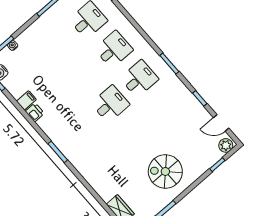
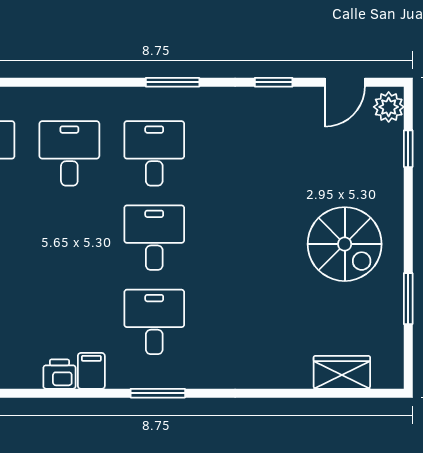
filing cabinet: (26, 100) -> (91, 371), moved
desk: (81, 129) -> (154, 322), added
spiral stairs: (165, 171) -> (345, 244), turned -90

